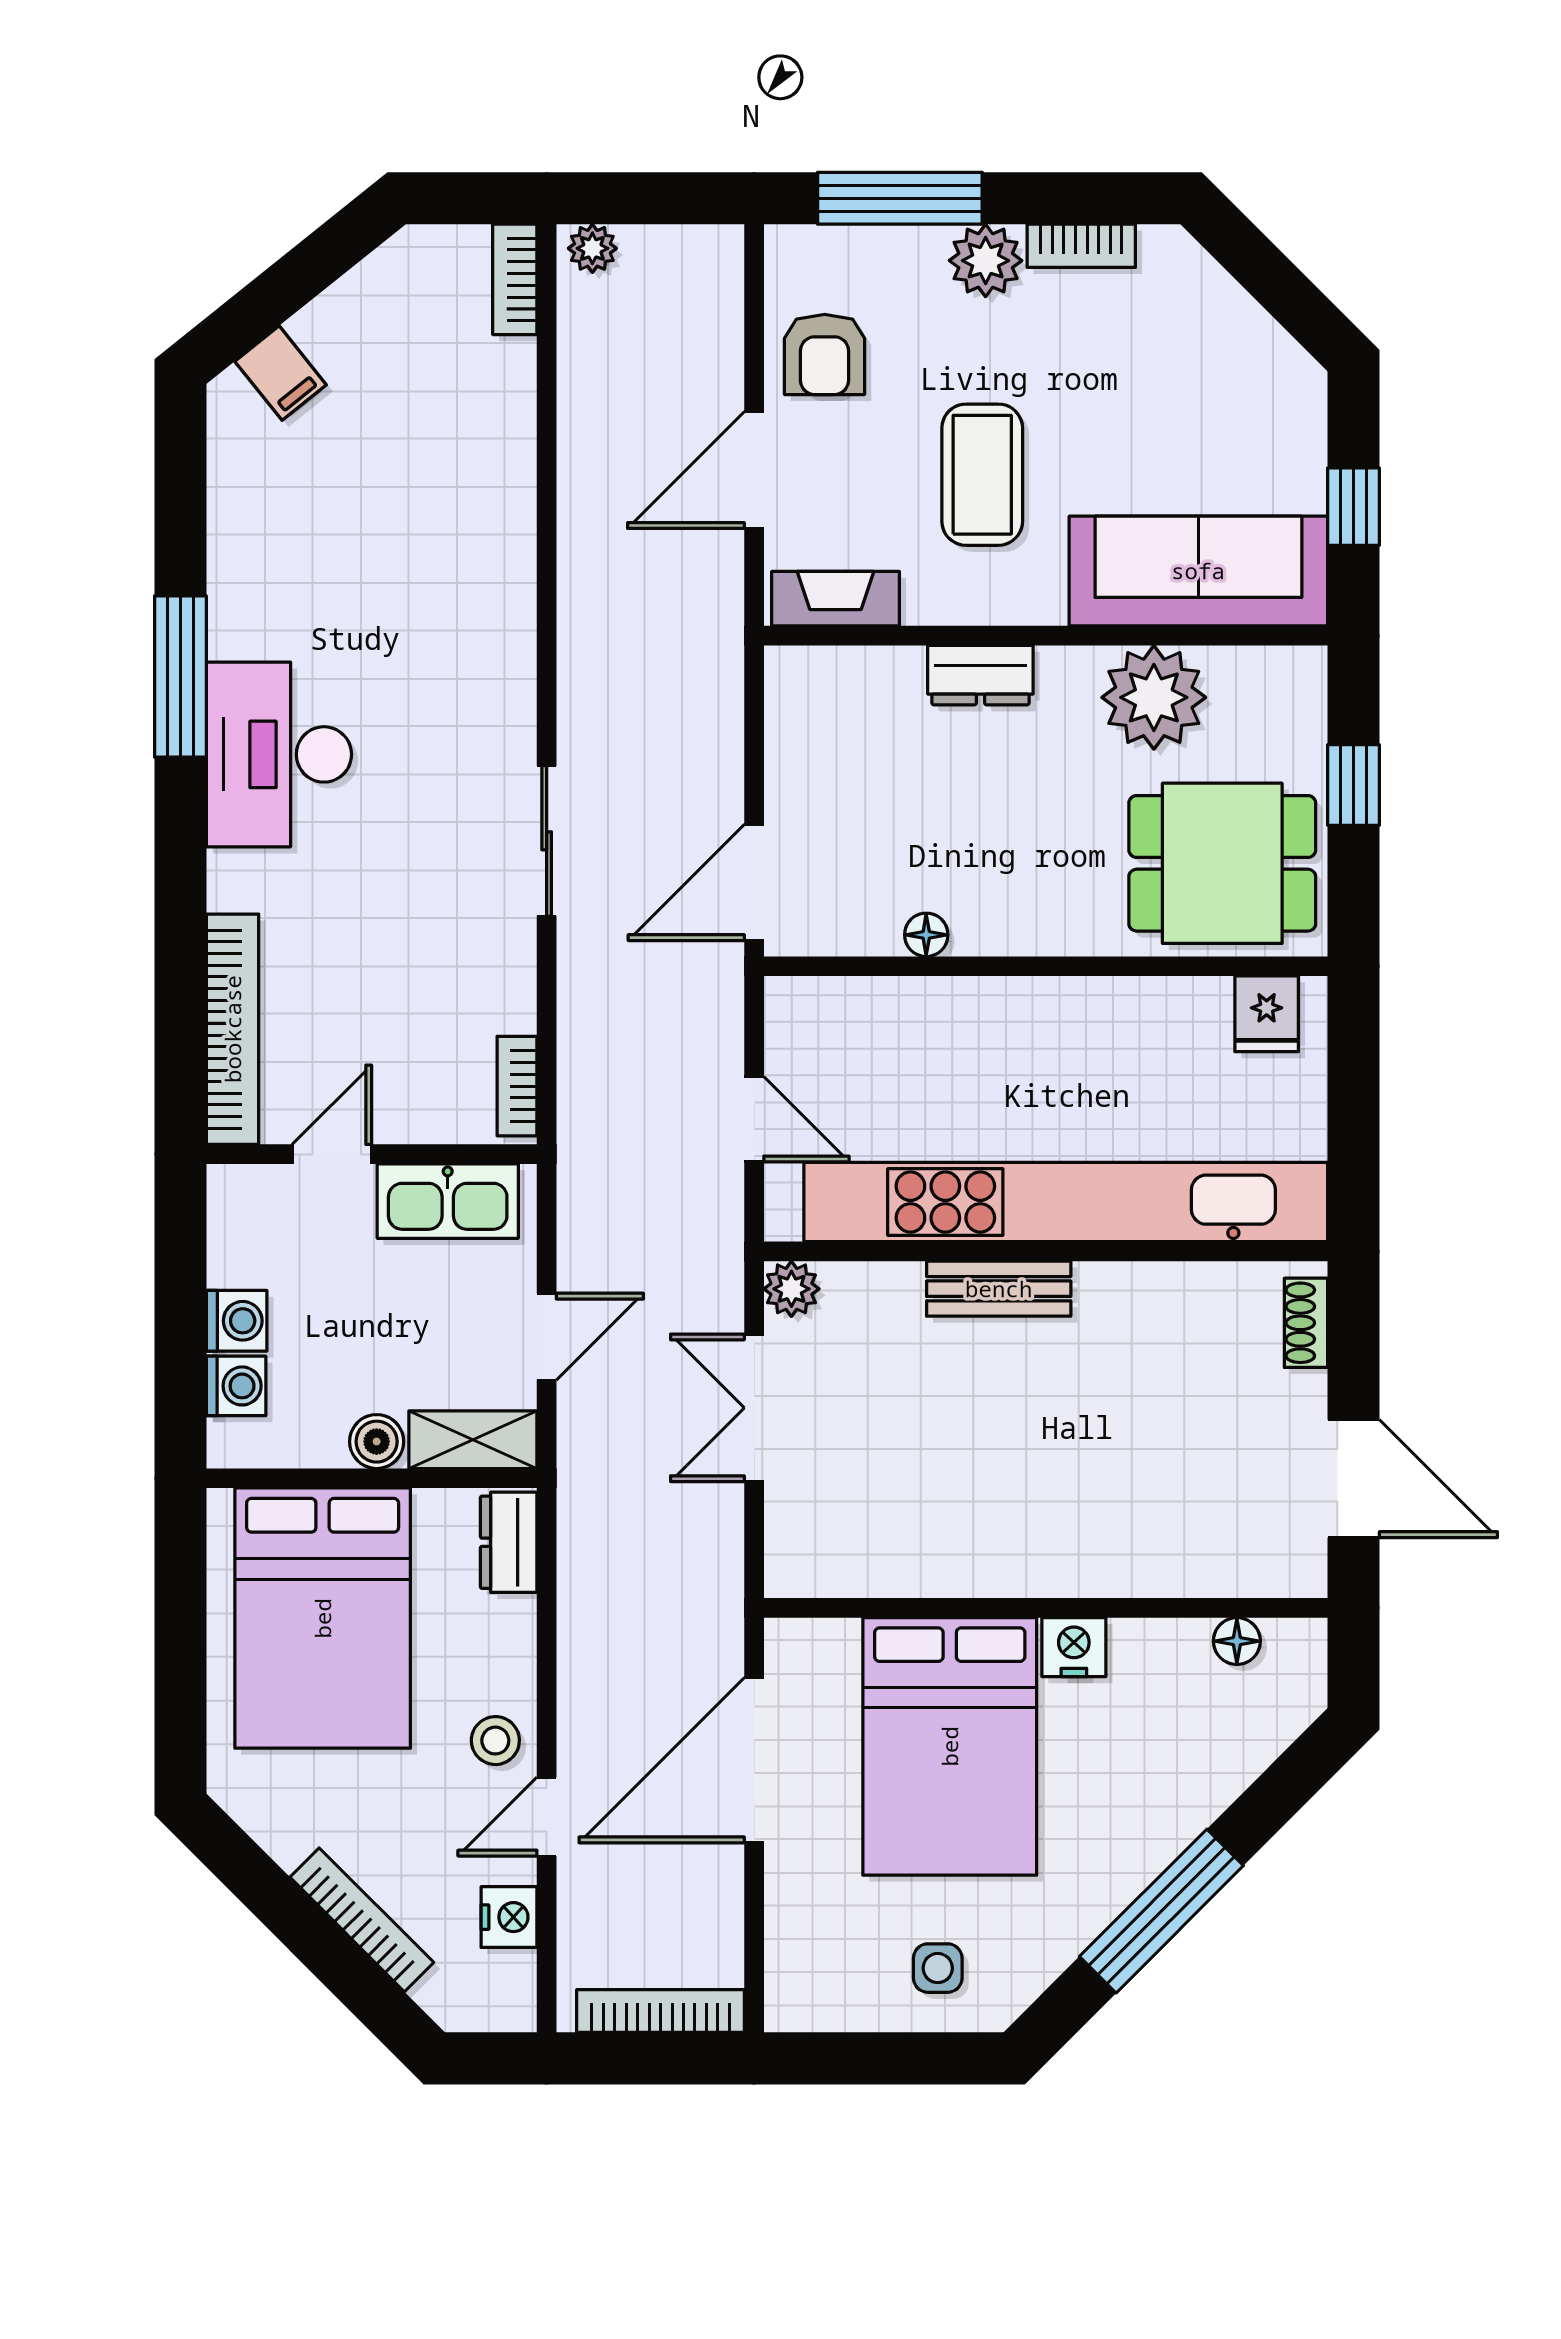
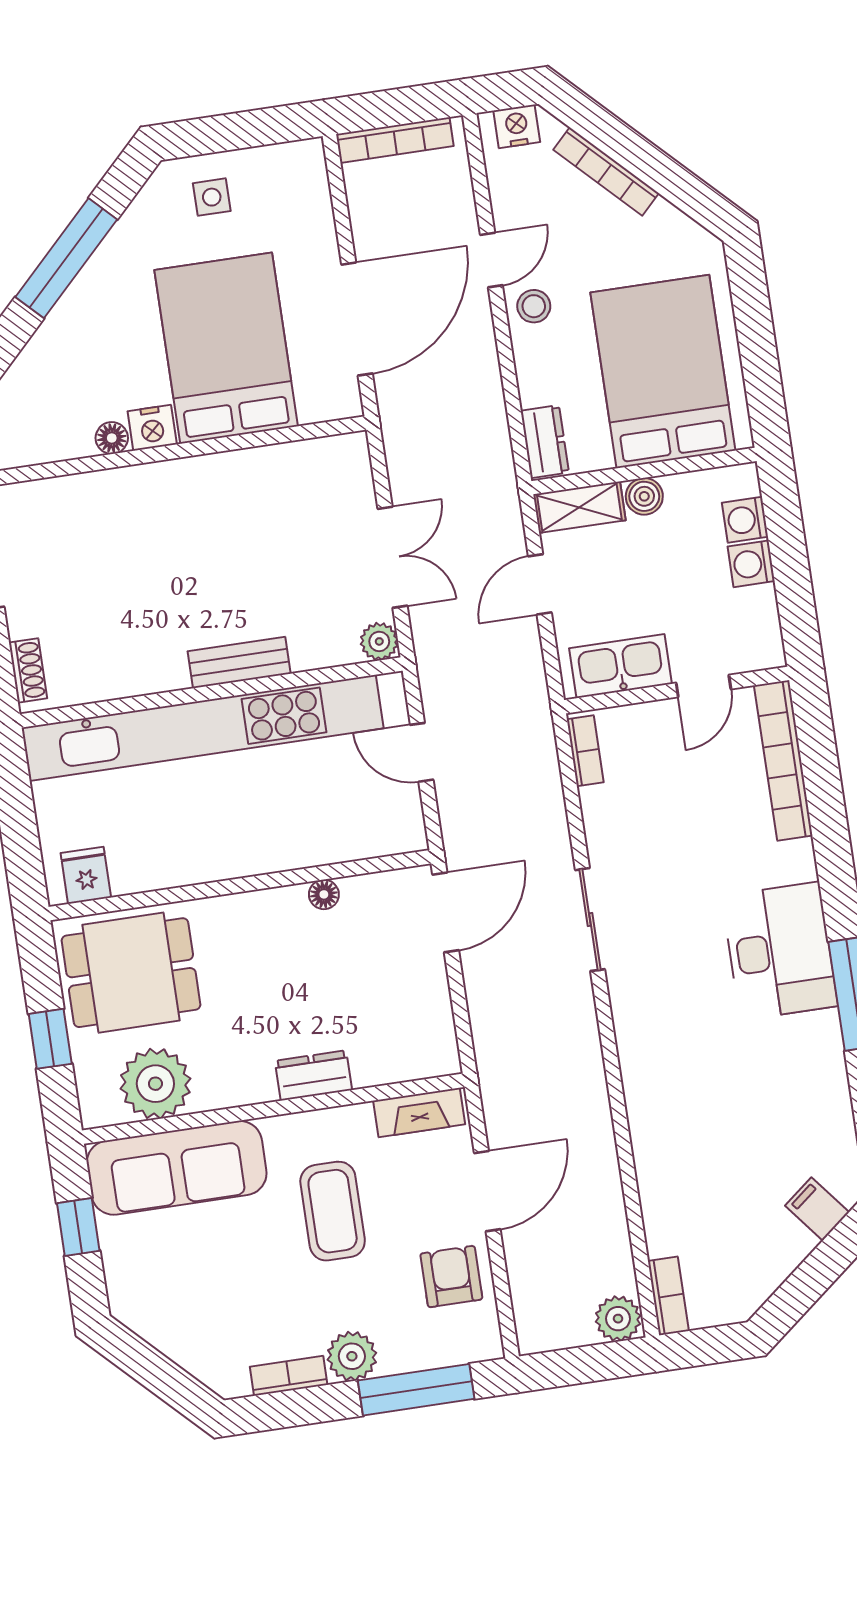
plant: (592, 248) -> (618, 1319), width x1.38, depth x1.38
plant: (1154, 697) -> (155, 1084), moved
floor lamp: (1237, 1641) -> (112, 438), moved
nightstand: (509, 1917) -> (517, 126), moved, turned 90

